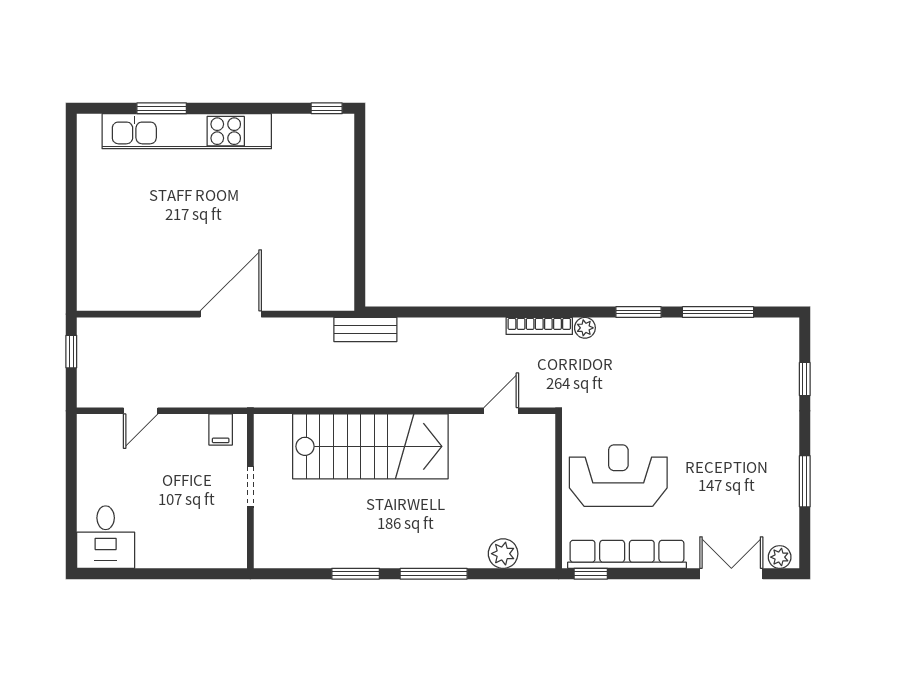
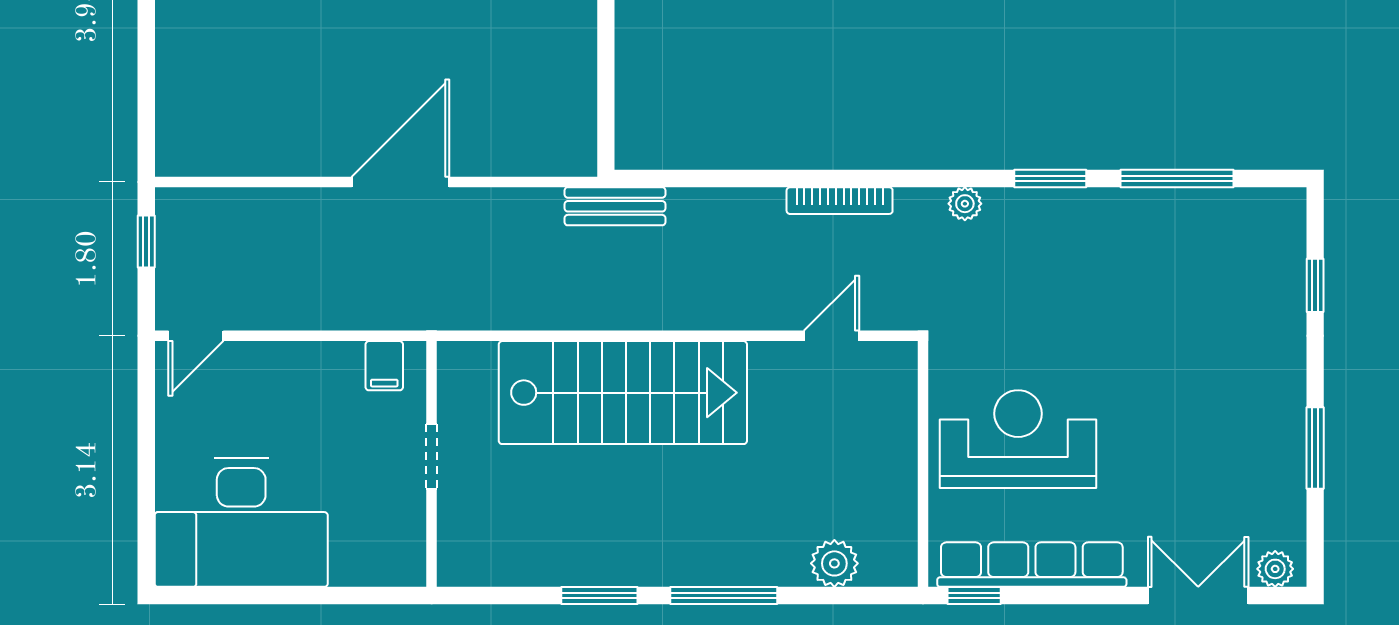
bookcase: (539, 326) -> (840, 201), moved
door: (141, 411) -> (196, 336), moved
desk: (106, 537) -> (241, 522), width x1.87, depth x1.30

